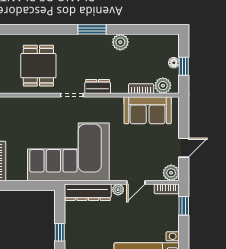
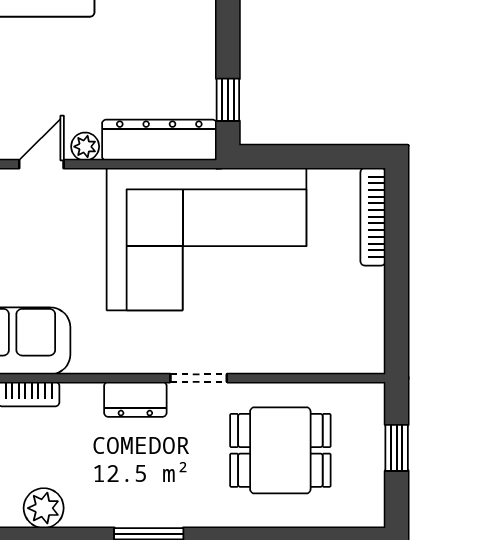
plant: (120, 42) -> (44, 508), moved
dining table: (38, 66) -> (280, 450), turned 90
window: (60, 232) -> (228, 100), moved

